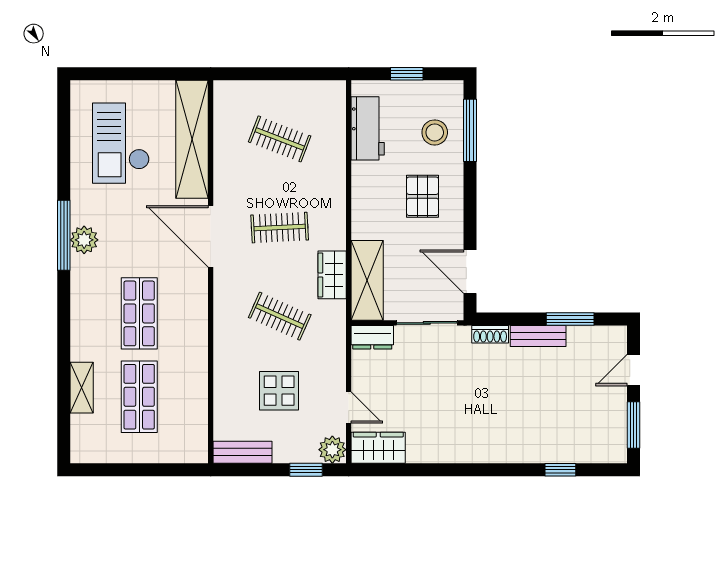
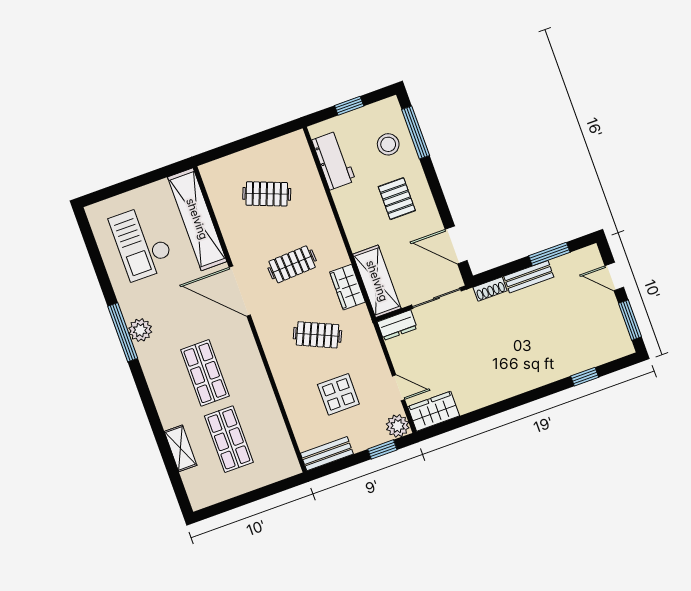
door: (633, 370) -> (614, 276), hinge flipped

